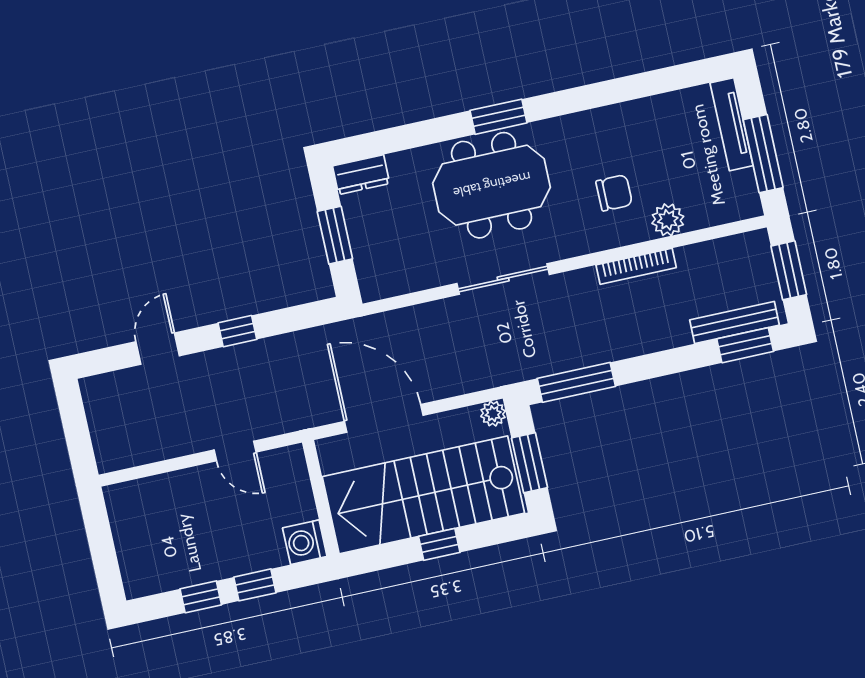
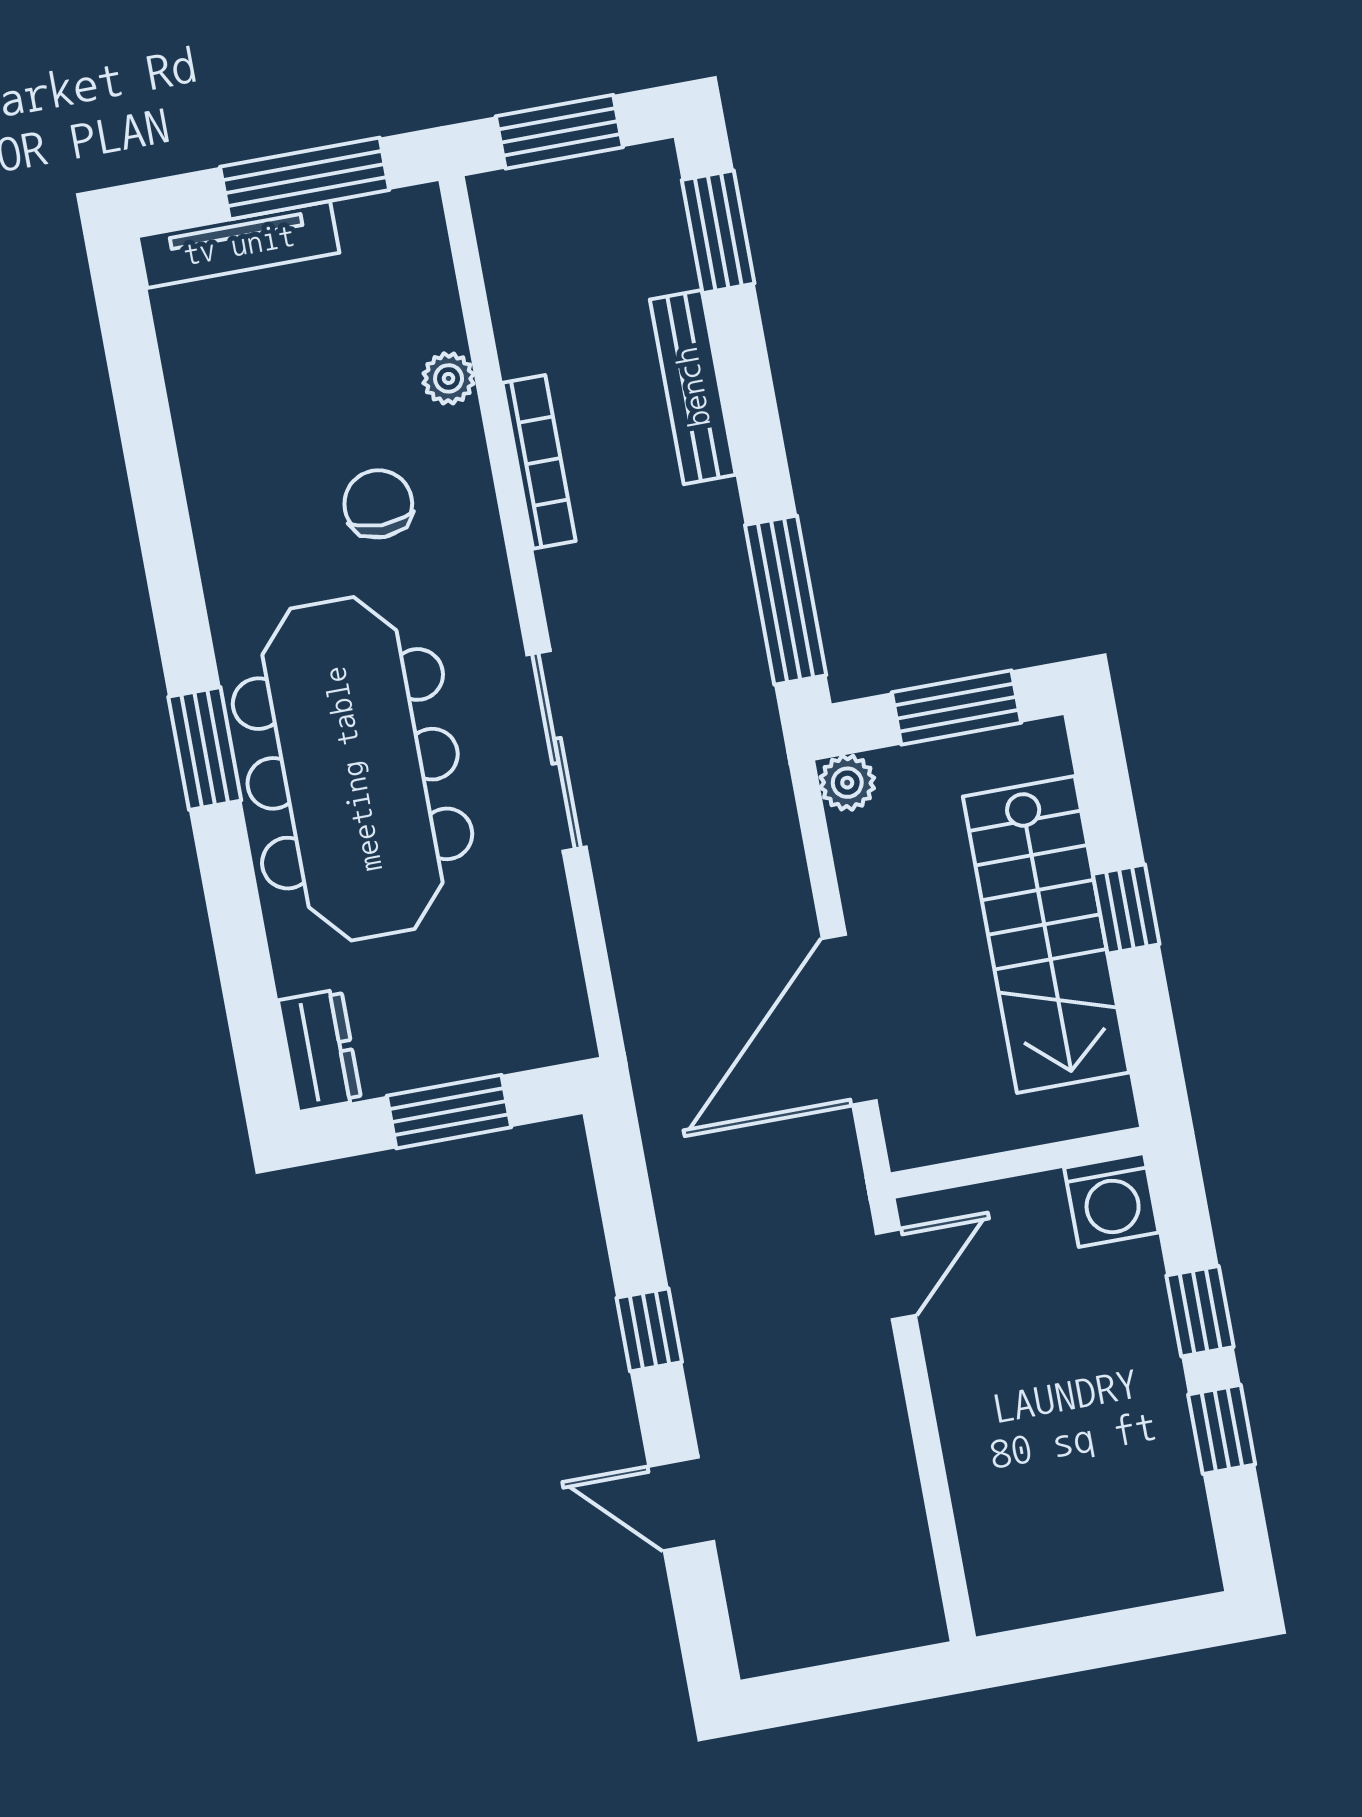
meeting table: (492, 185) -> (353, 769), width x1.36
plant: (668, 220) -> (449, 378), width x0.73, depth x0.73
bench: (734, 323) -> (693, 387), moved
door: (235, 451) -> (896, 1274), moved
stairs: (423, 495) -> (1046, 935), width x0.73, depth x0.66

